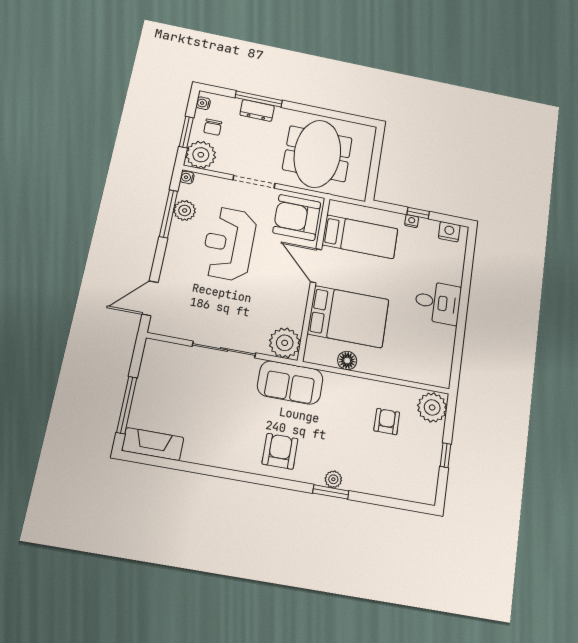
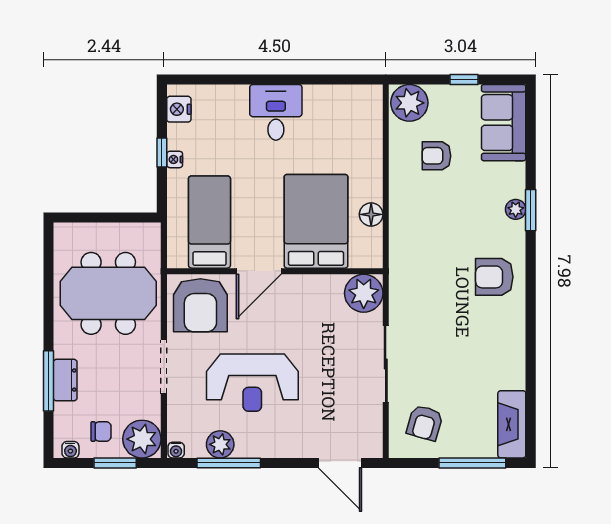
armchair: (169, 372) -> (425, 423), added
sofa: (290, 382) -> (504, 123), moved, turned 180

